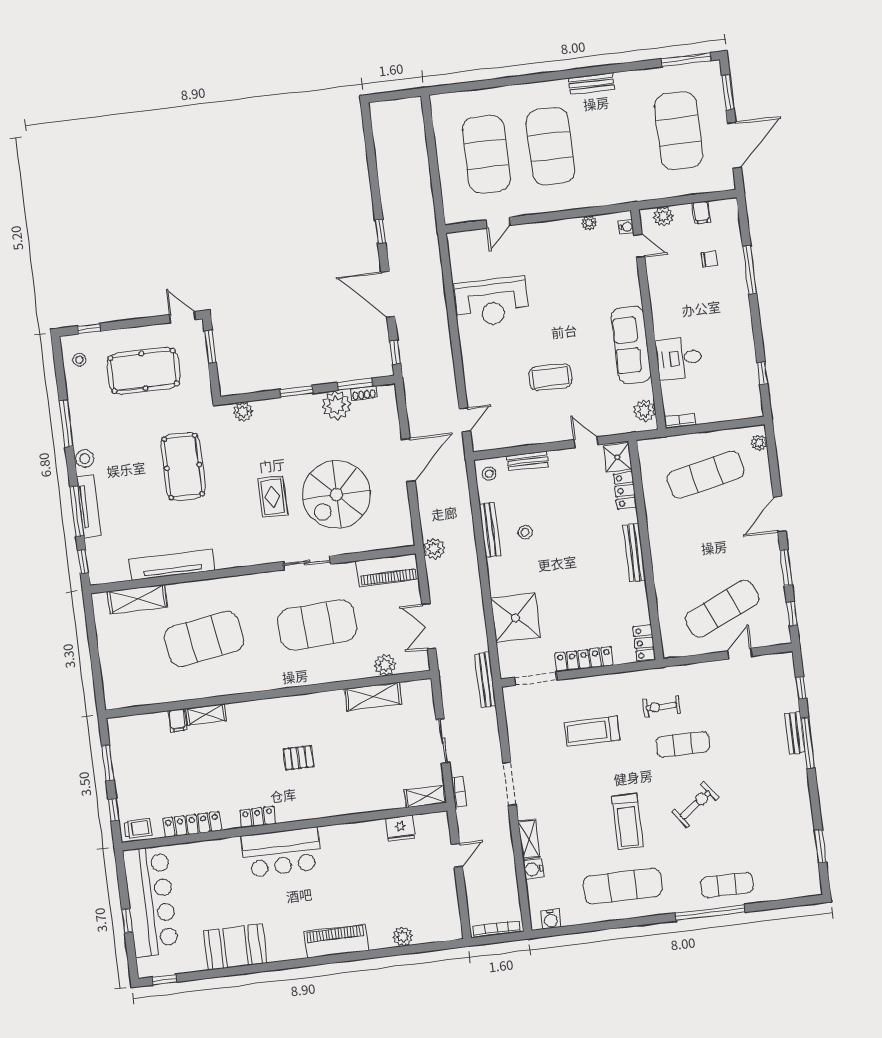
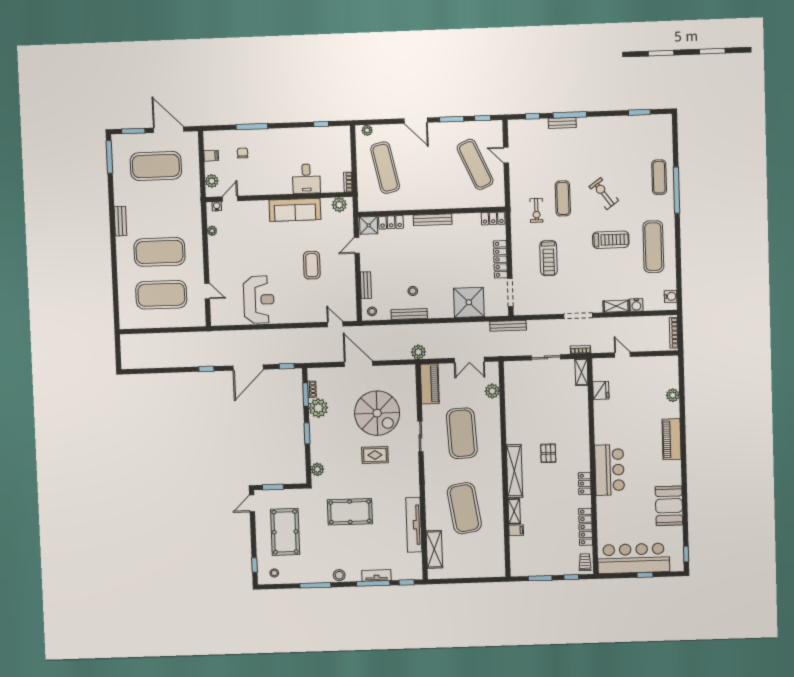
tv unit: (89, 506) -> (376, 575), width x0.71
shelving: (373, 696) -> (514, 471), moved, width x1.47

